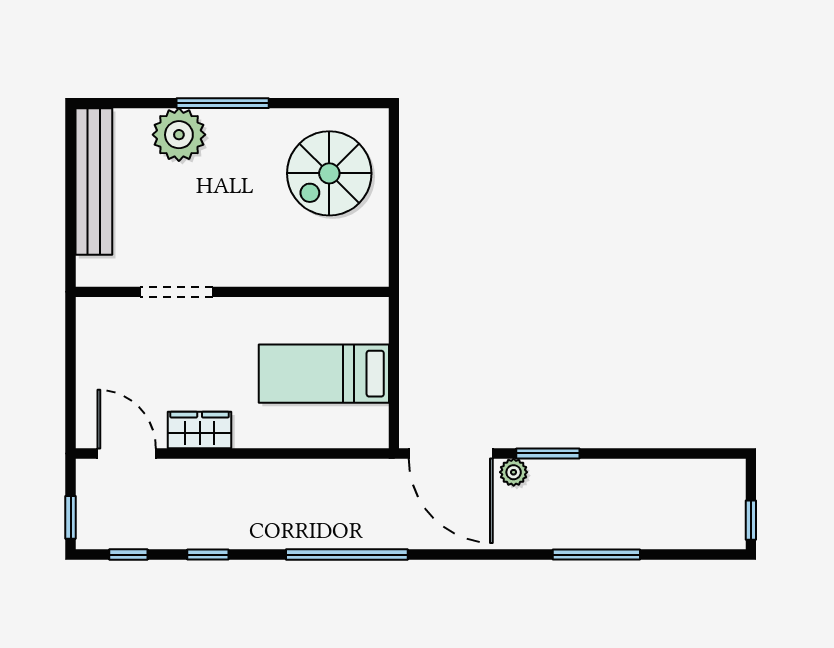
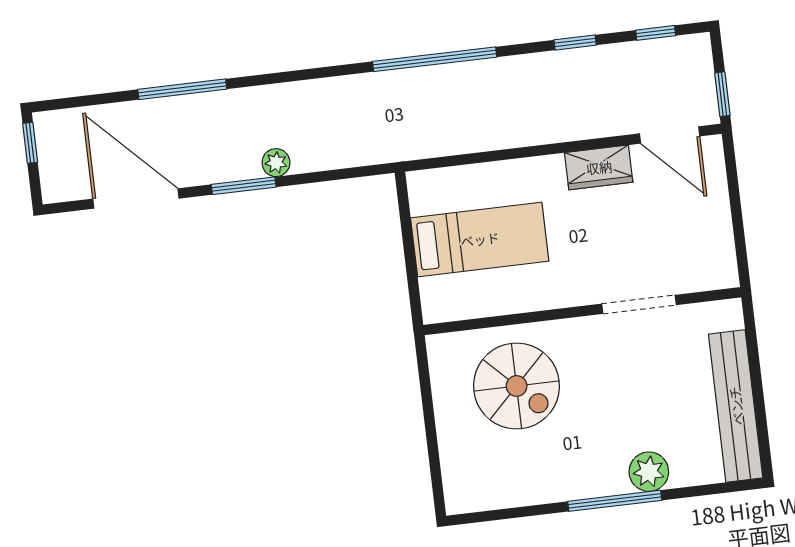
plant: (179, 135) -> (649, 472), width x0.73, depth x0.73
spiral stairs: (329, 173) -> (517, 386), moved, turned 90
door: (451, 453) -> (136, 199), moved
window: (71, 517) -> (722, 94), moved

